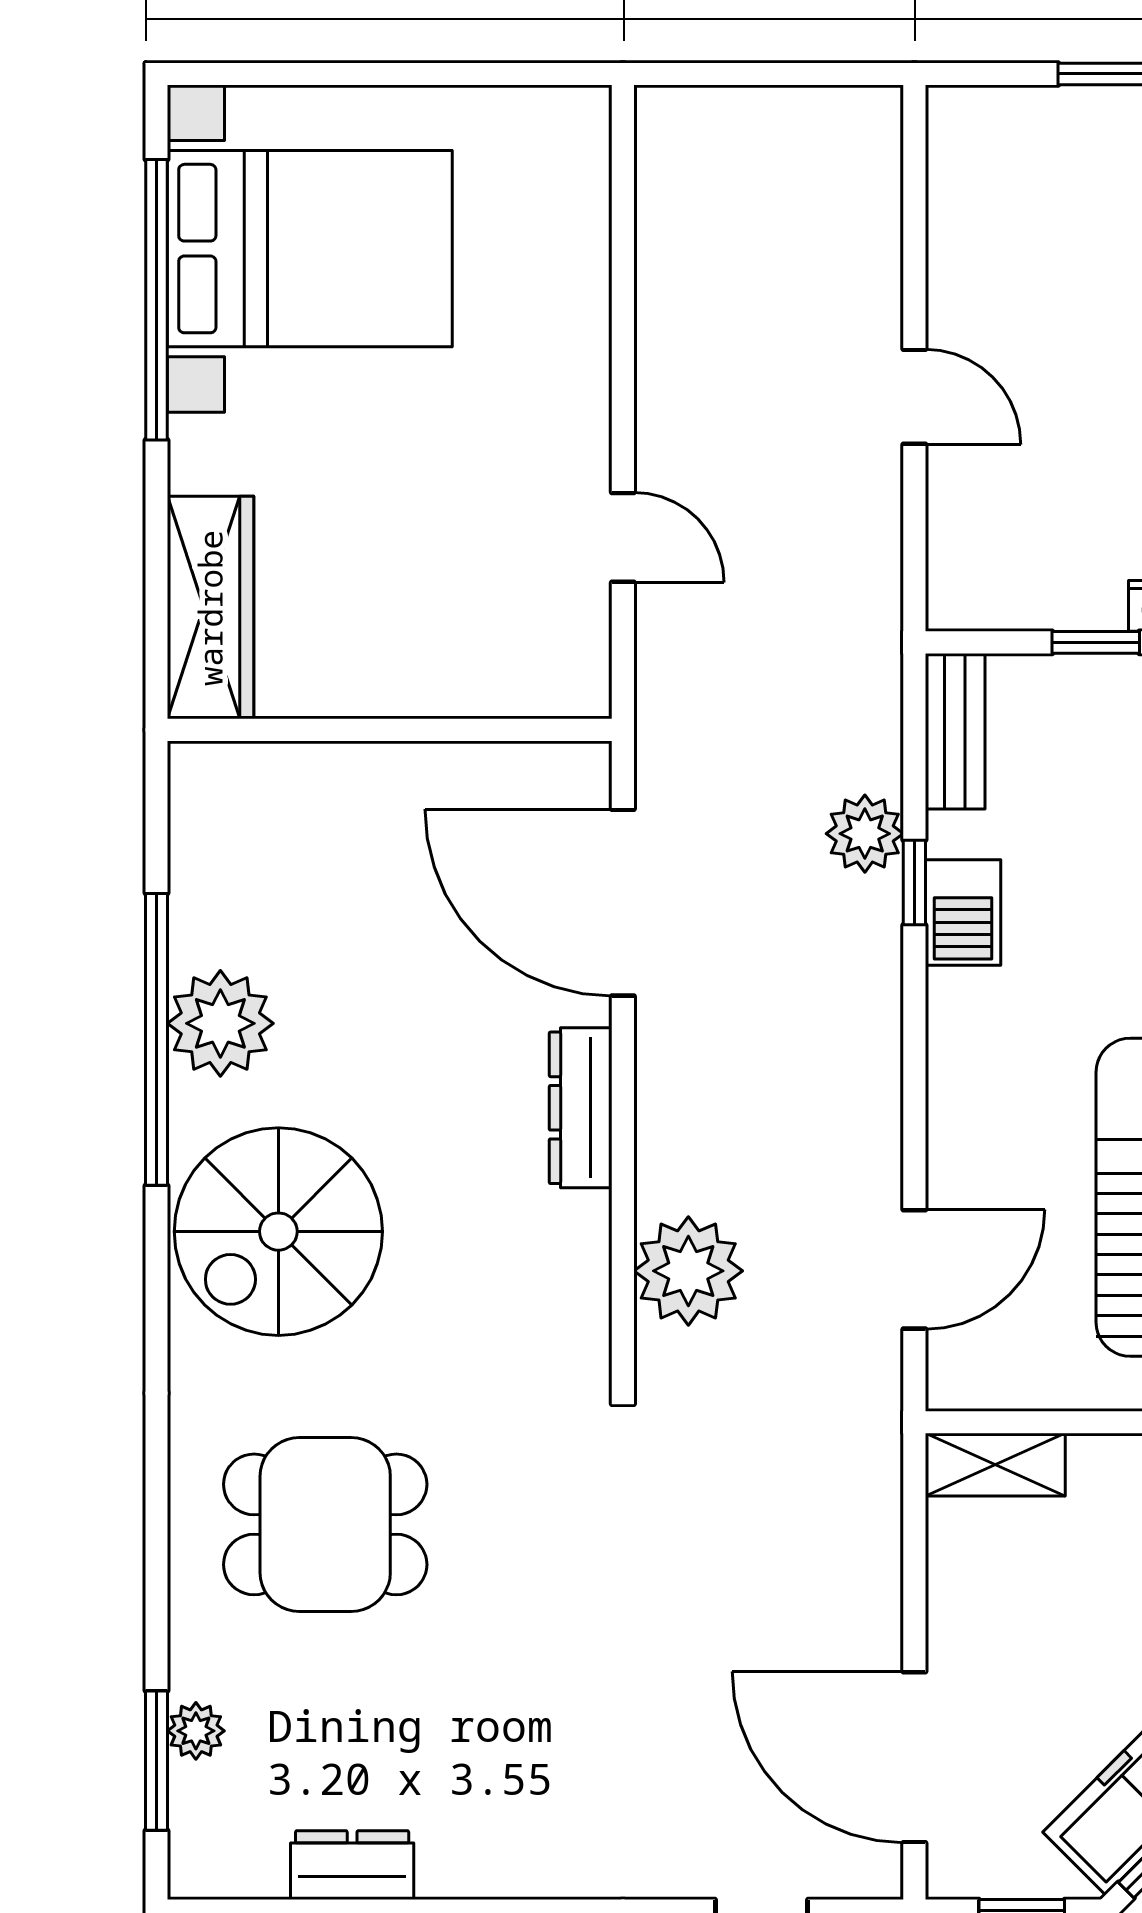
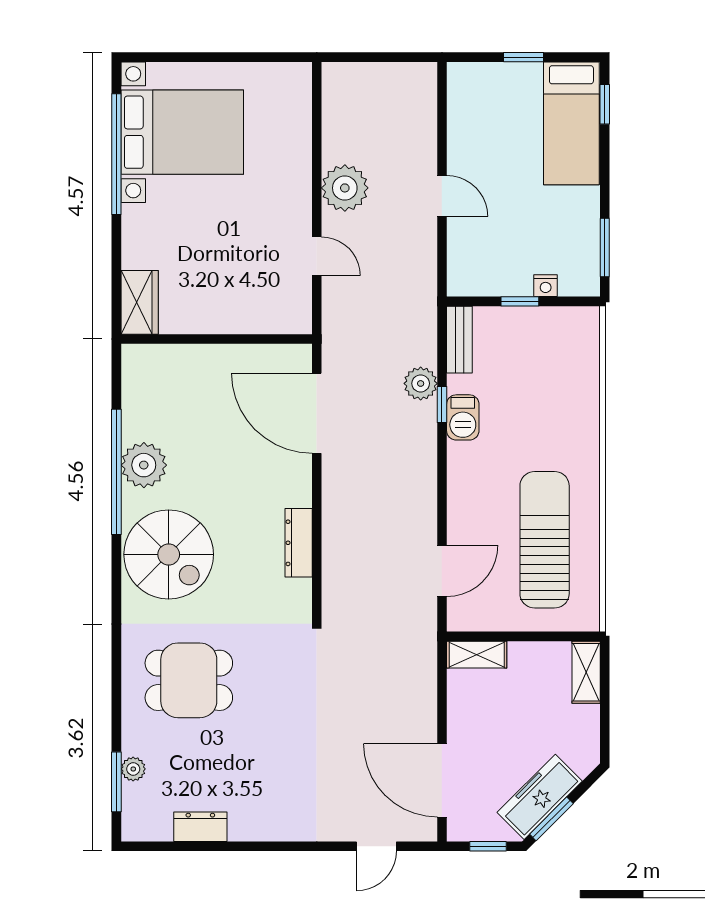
wardrobe: (210, 608) -> (140, 302), width x0.67
dresser: (581, 1108) -> (299, 543), moved
spiral stairs: (278, 1232) -> (169, 554), turned -90
plant: (688, 1271) -> (345, 188), moved

